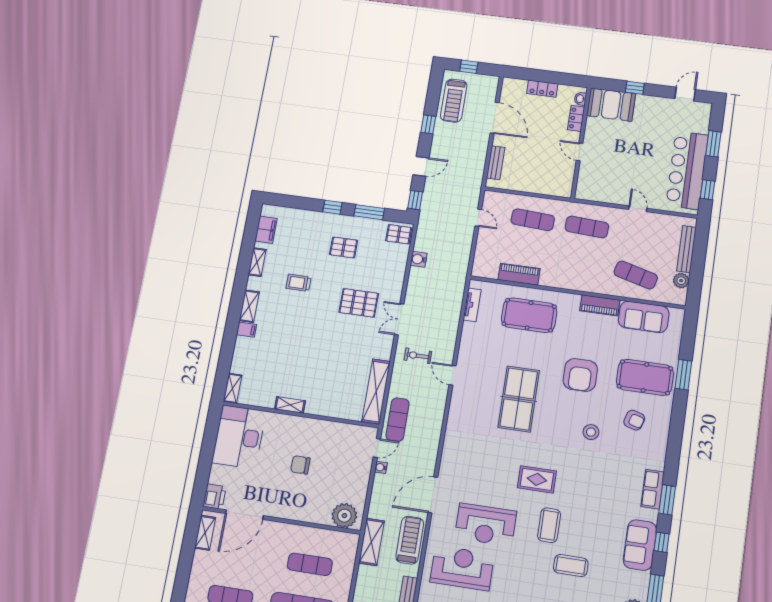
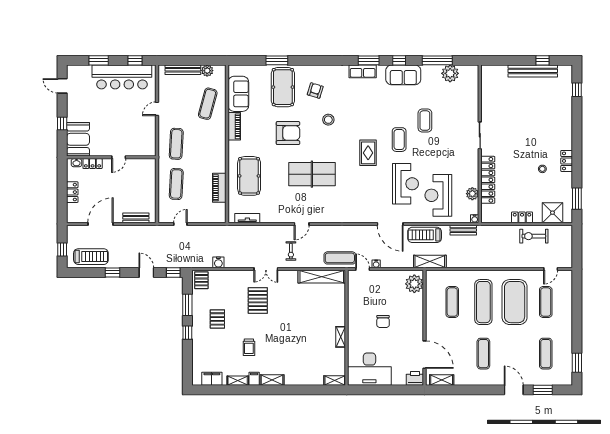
filing cabinet: (247, 330) -> (254, 379), moved
coffee table: (549, 525) -> (399, 140), turned 90

